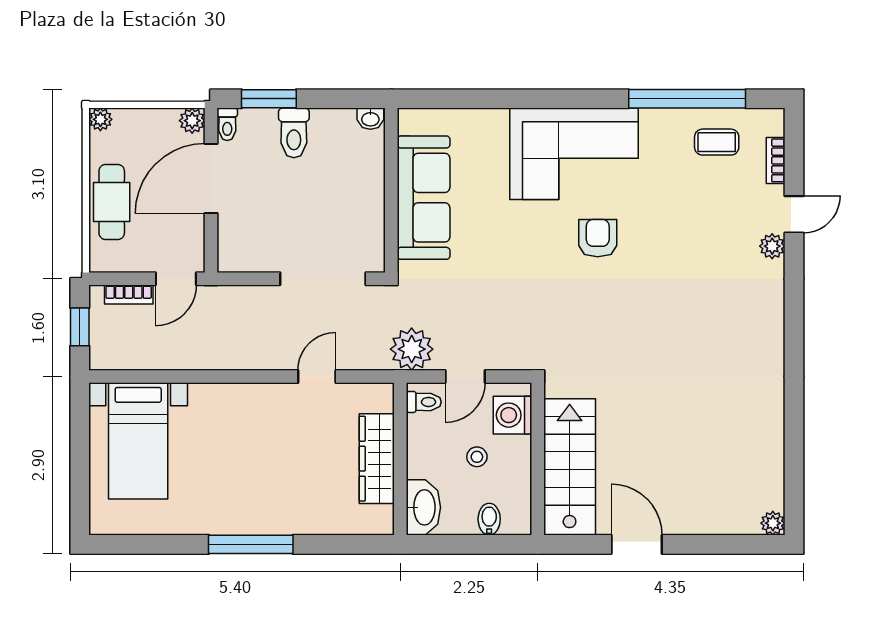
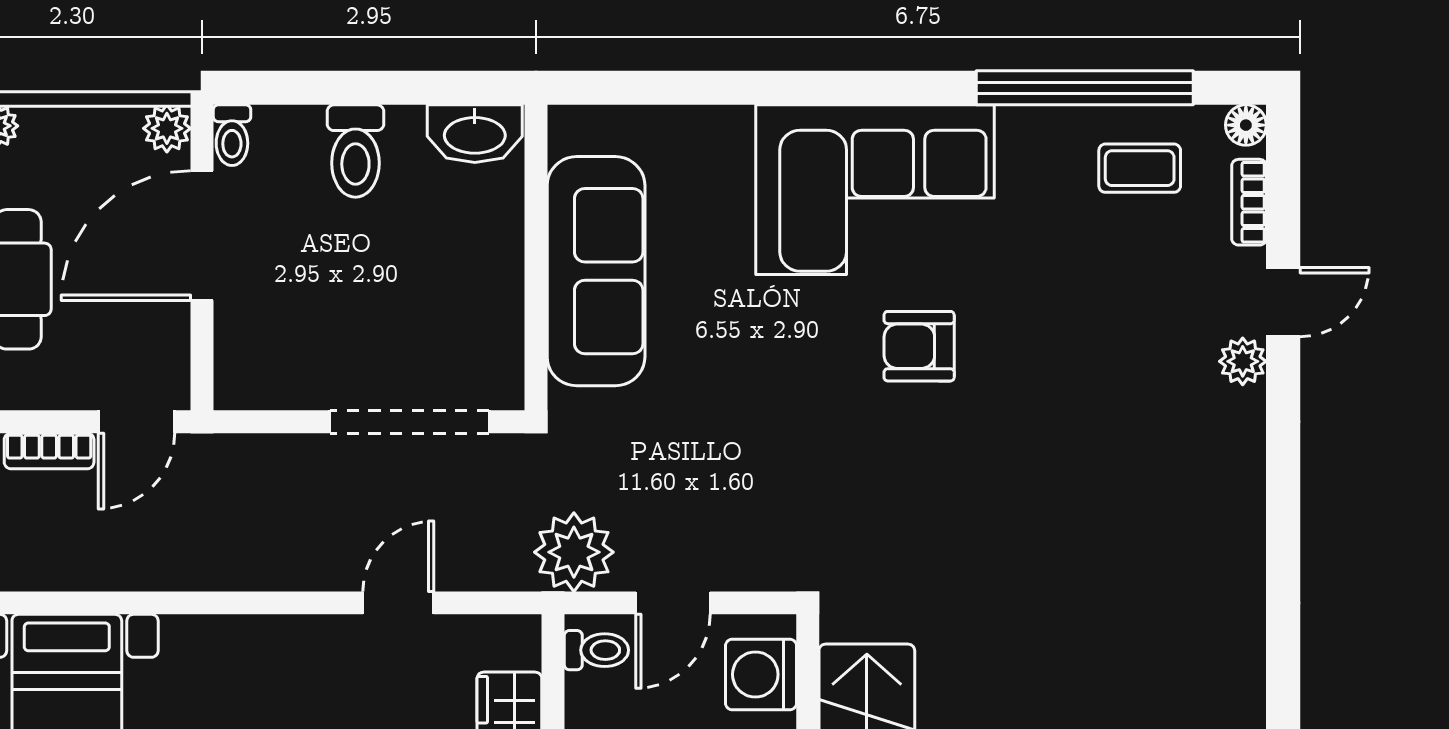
window: (269, 99) -> (309, 88), removed
washbasin: (370, 119) -> (475, 134), width x1.91, depth x1.45
floor lamp: (774, 119) -> (1246, 125), added
armchair: (598, 238) -> (919, 346), turned -90

